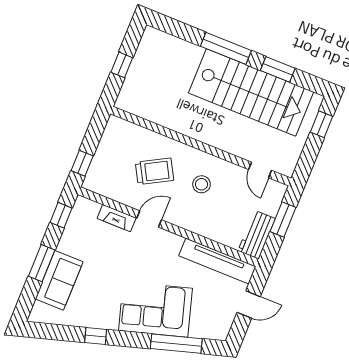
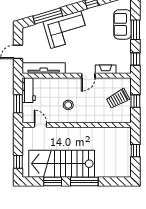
window: (82, 163) -> (135, 101), moved
trolley: (154, 171) -> (118, 99), moved

